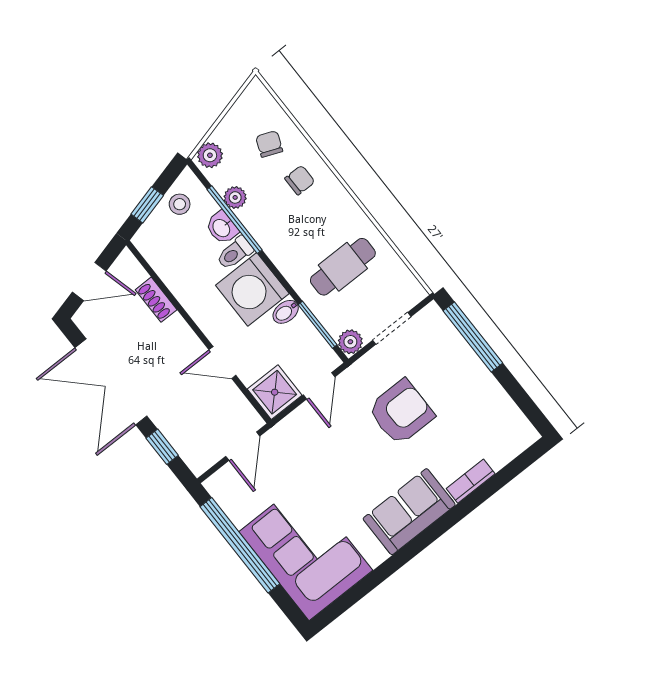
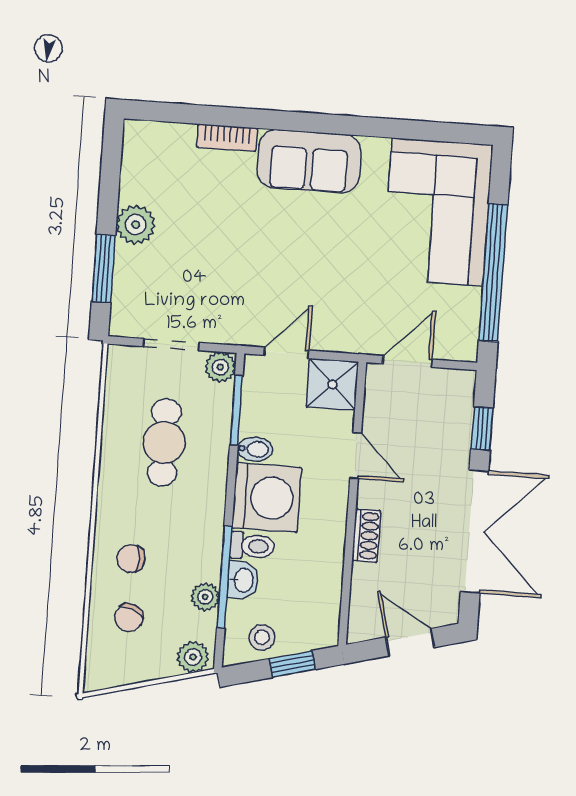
cafe table: (343, 267) -> (164, 442), turned 90
shoe rack: (156, 300) -> (366, 536), moved
window: (473, 337) -> (104, 269), width x0.69
plant: (478, 380) -> (136, 225), added
armchair: (401, 412) -> (233, 260), removed

